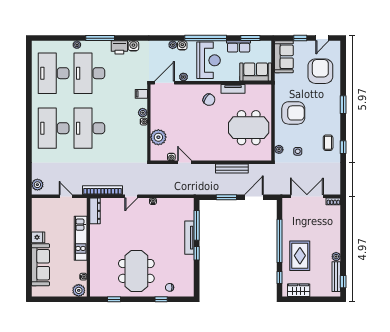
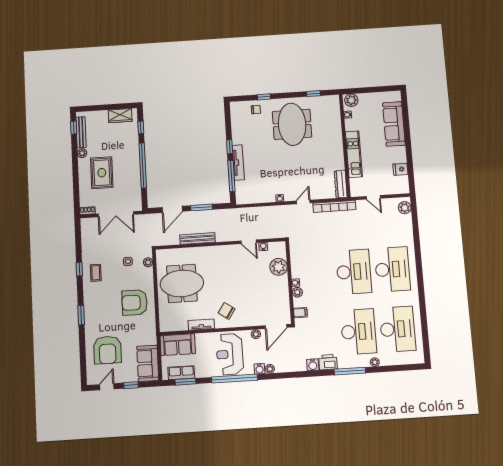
row of seats: (239, 46) -> (181, 373), moved
fridge: (38, 237) -> (400, 169), moved
rug: (300, 256) -> (102, 173), moved

